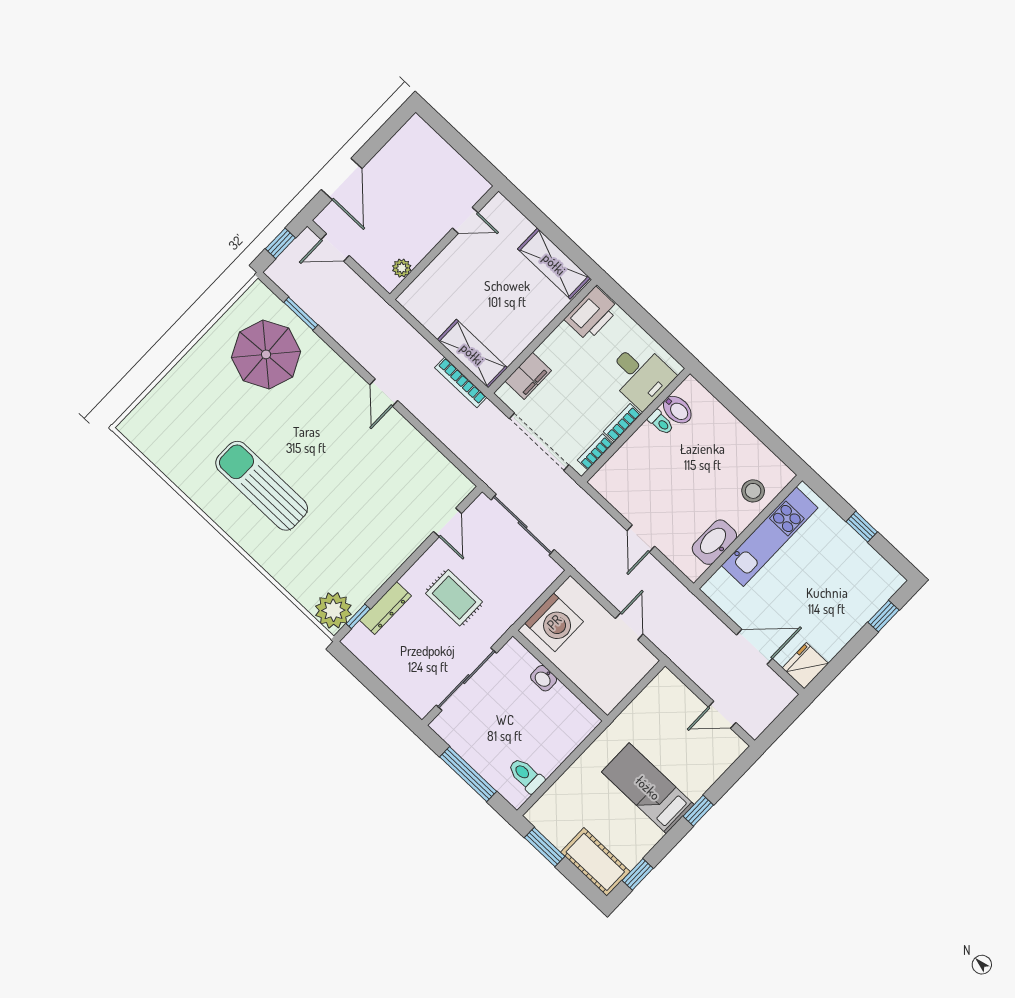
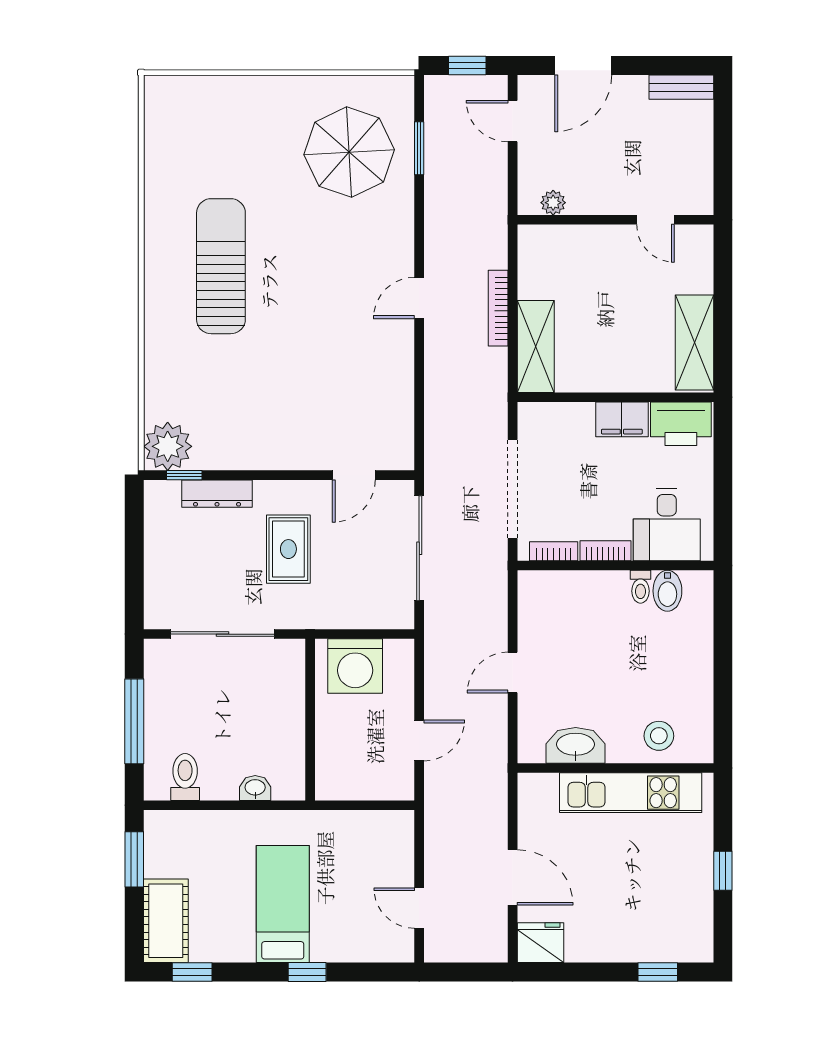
bench: (405, 136) -> (681, 87), added
filing cabinet: (528, 376) -> (622, 419), moved
bookcase: (461, 382) -> (498, 308), moved
washbasin: (544, 678) -> (255, 788), moved, turned 90

